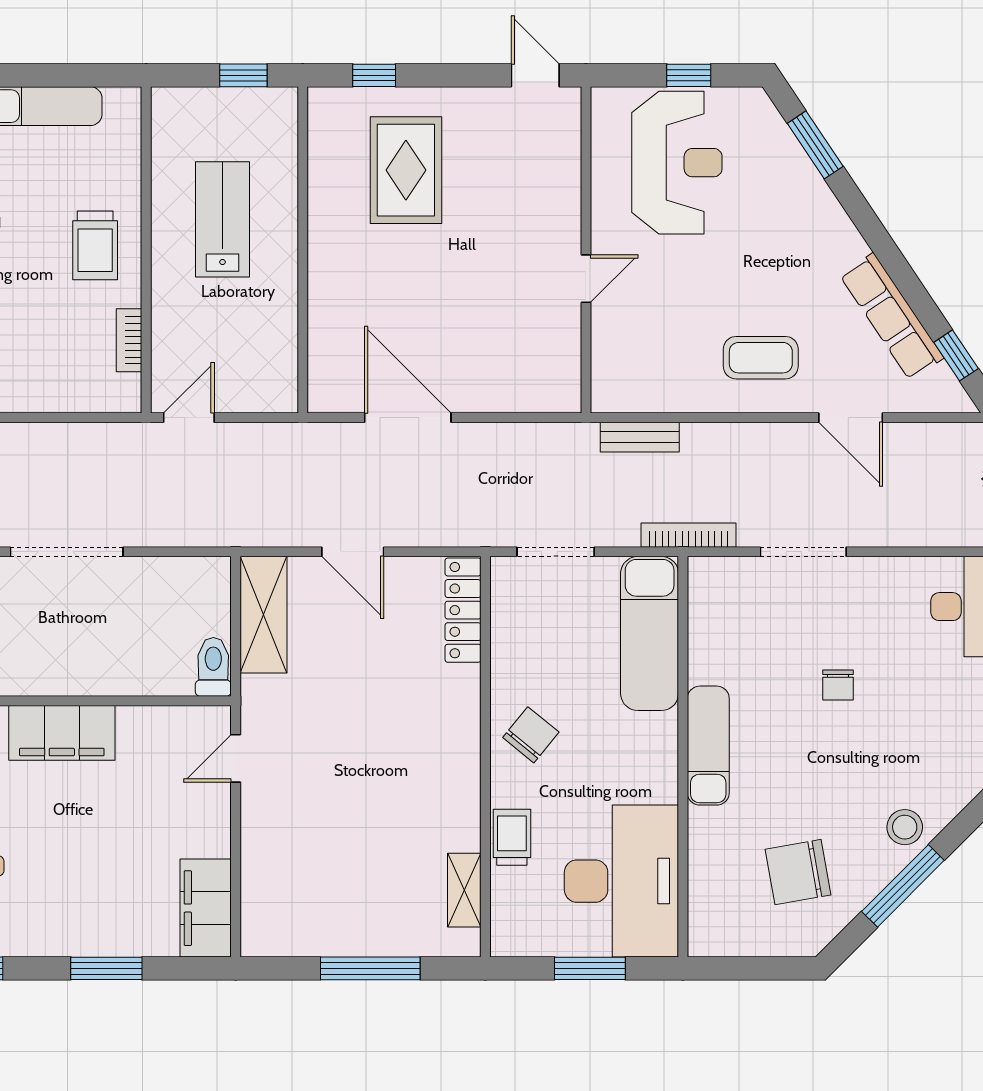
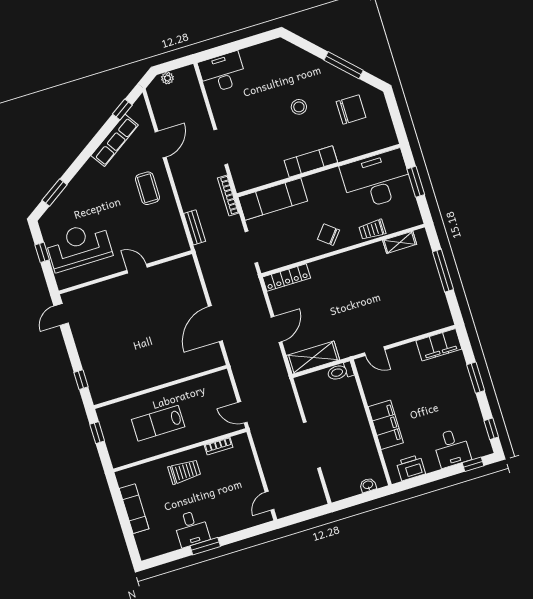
rug: (406, 170) -> (115, 355), removed
chair: (838, 685) -> (270, 116), removed
stool: (905, 827) -> (299, 107), moved
chair: (798, 872) -> (351, 109), turned -80

